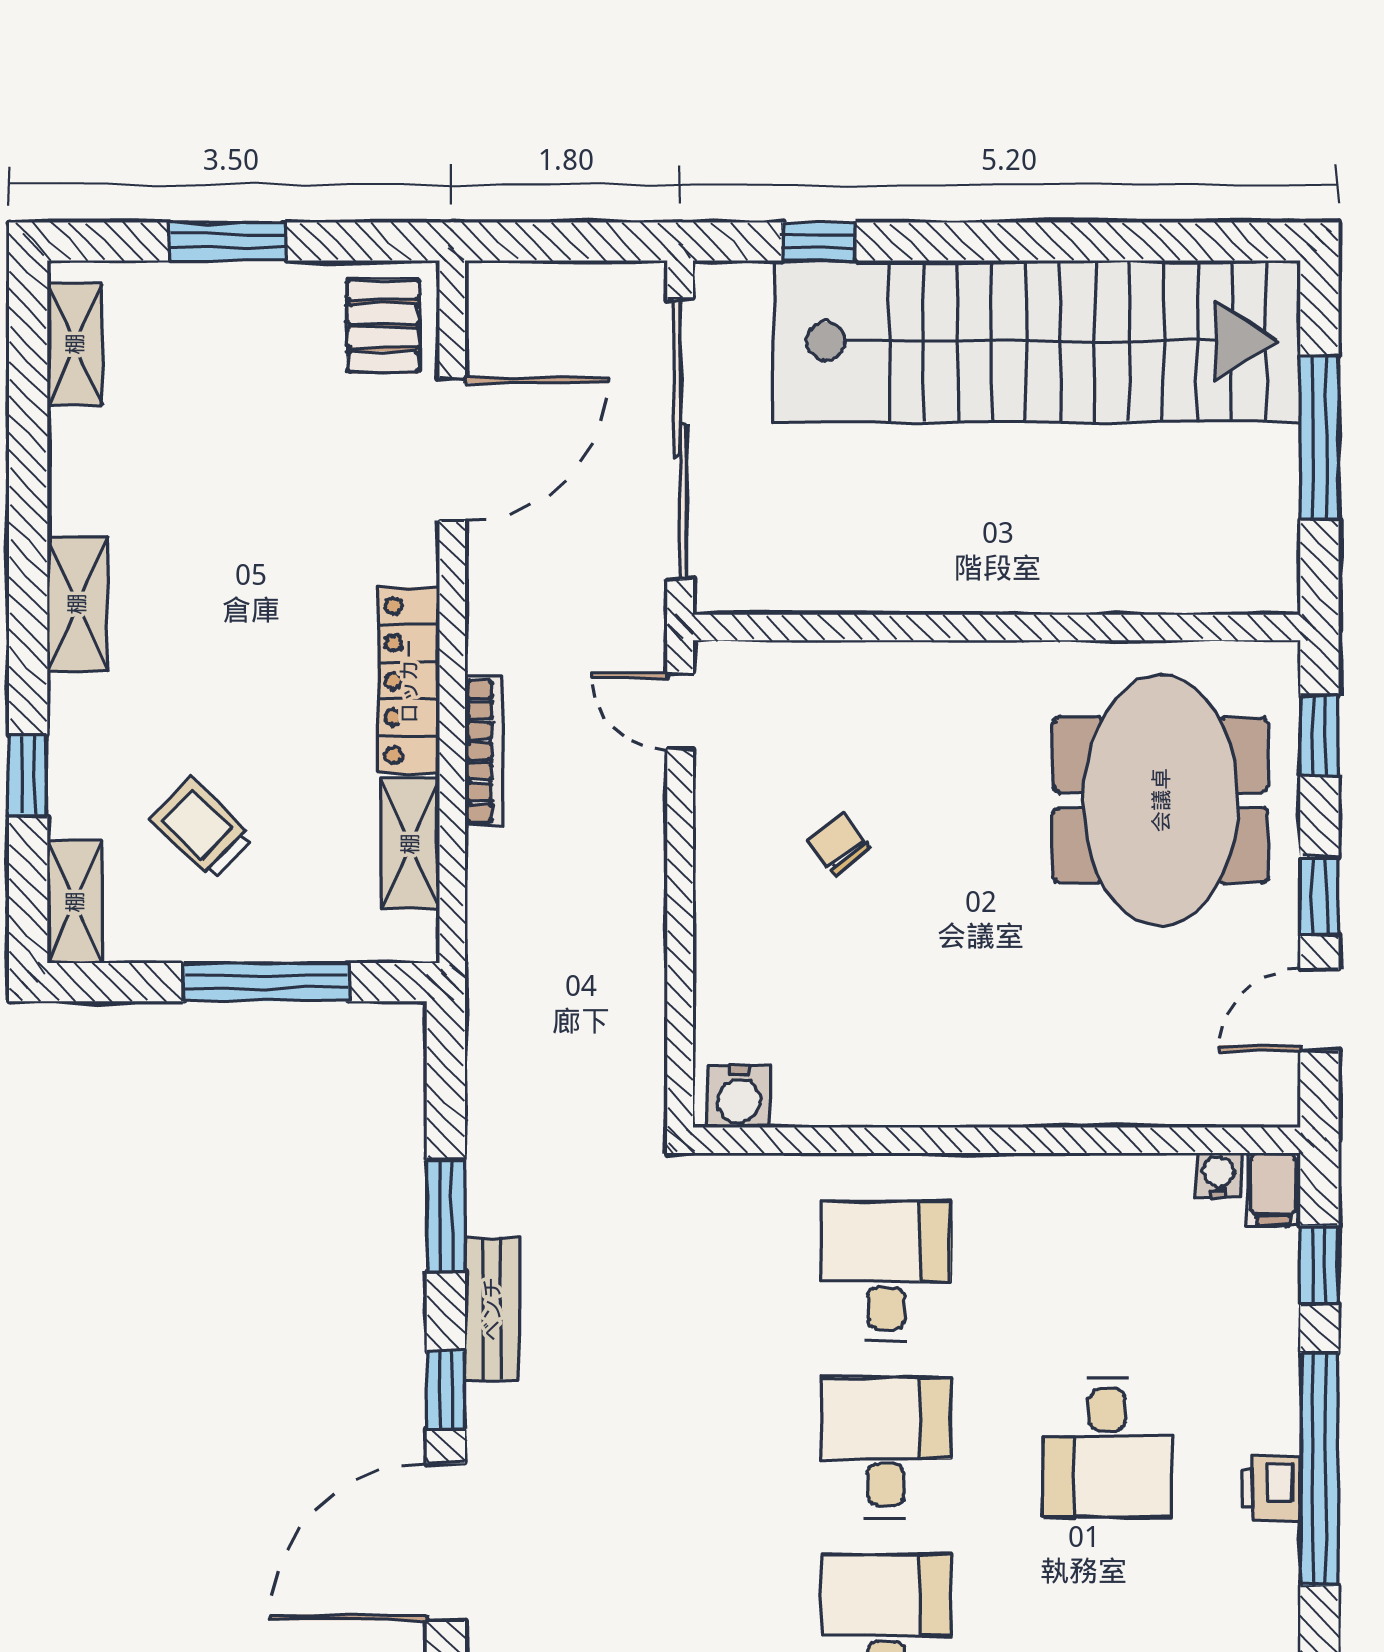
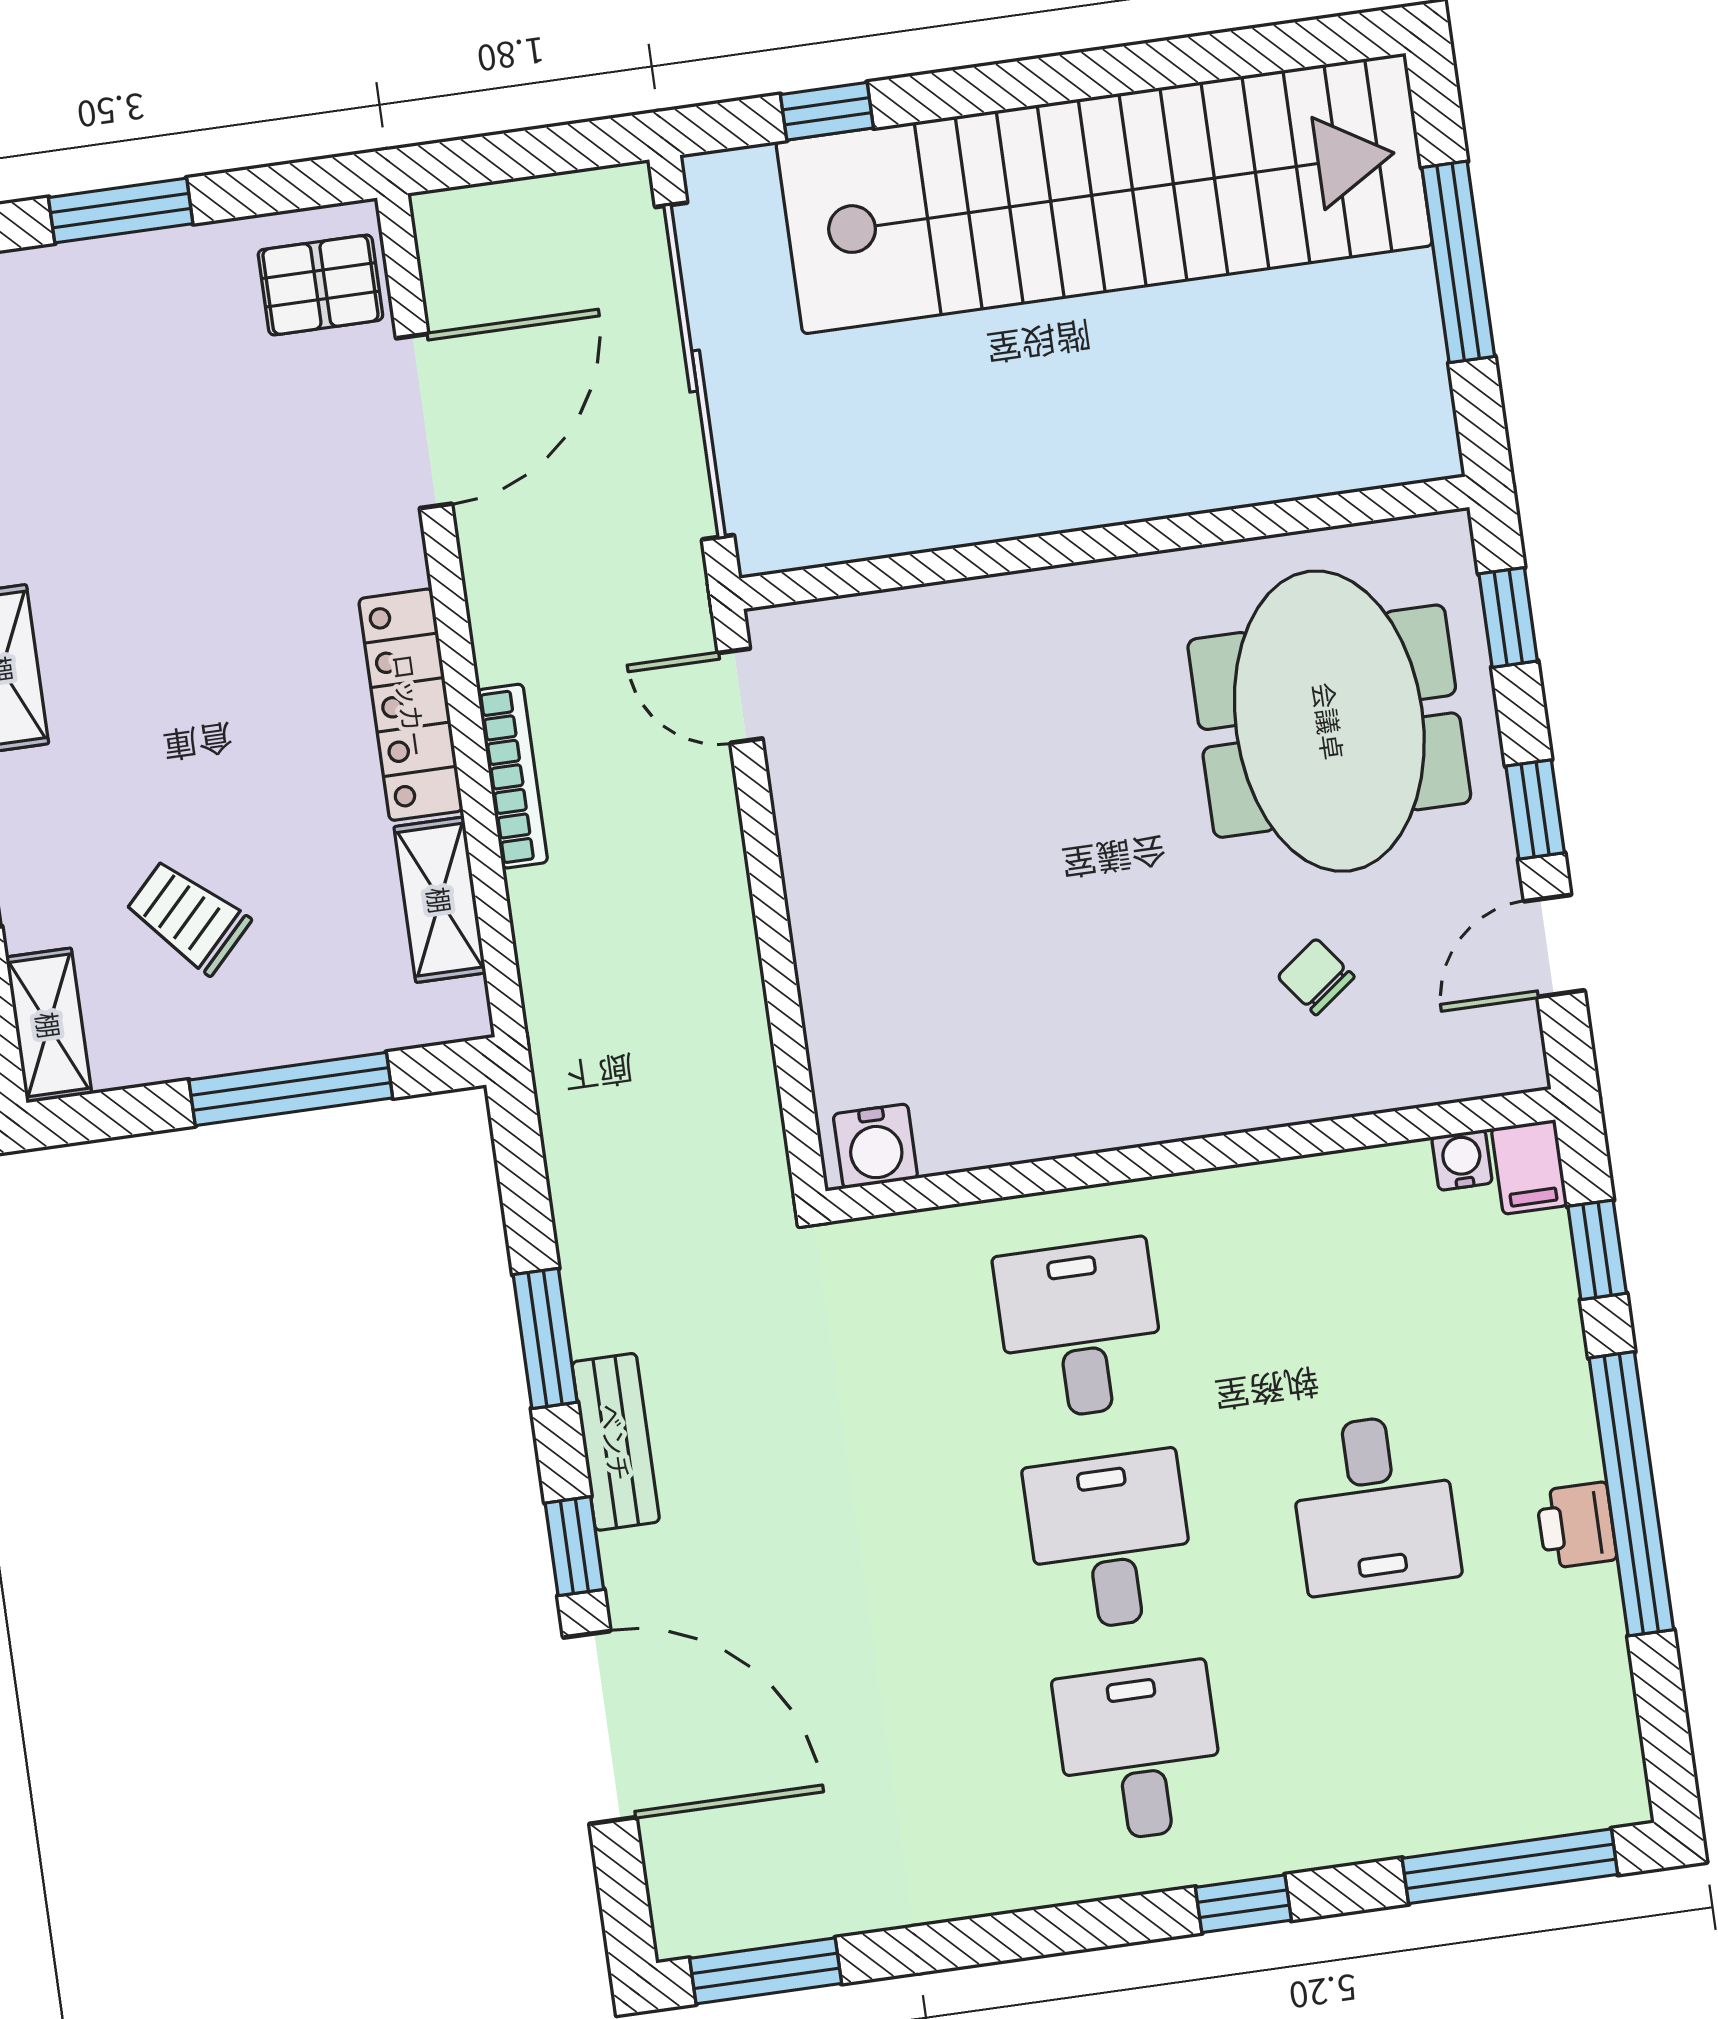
pallet: (383, 326) -> (320, 285), turned 90
chair: (838, 844) -> (1316, 977), moved
door: (446, 1542) -> (600, 1727), swing flipped

